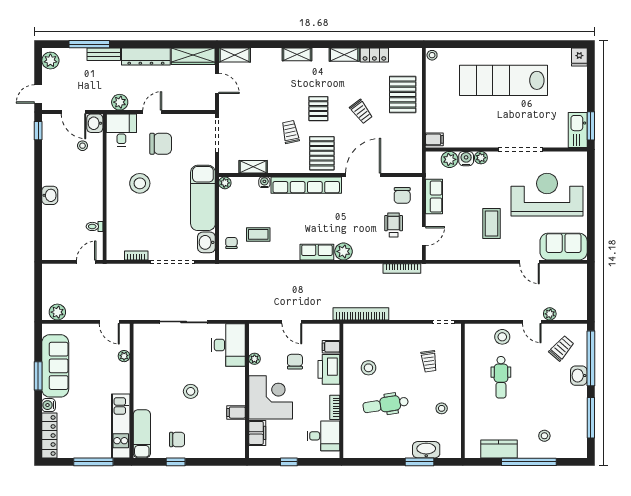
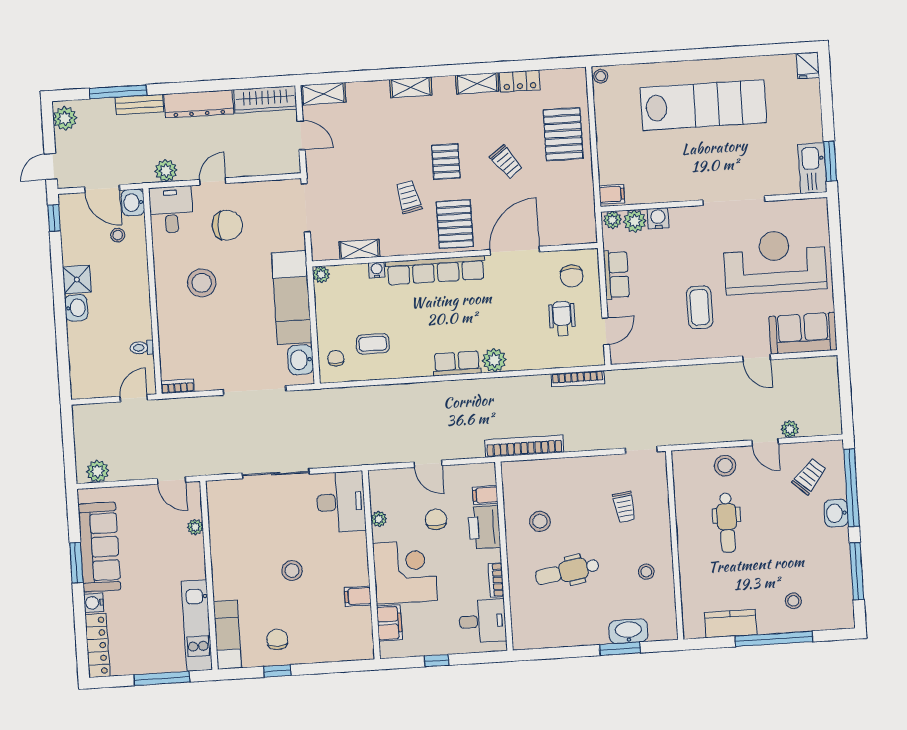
lab bench: (503, 80) -> (703, 105), turned 180
plant: (481, 158) -> (613, 220), moved
shower: (52, 175) -> (77, 279), added
bookcase: (136, 256) -> (178, 386), moved
chair: (177, 439) -> (277, 639), turned -90

